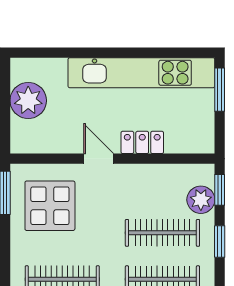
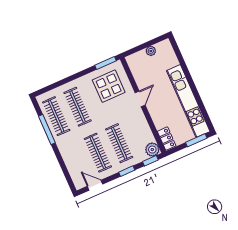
plant: (28, 101) -> (151, 51), width x0.53, depth x0.53
locker: (142, 142) -> (167, 139), moved
plant: (201, 200) -> (152, 150), moved

